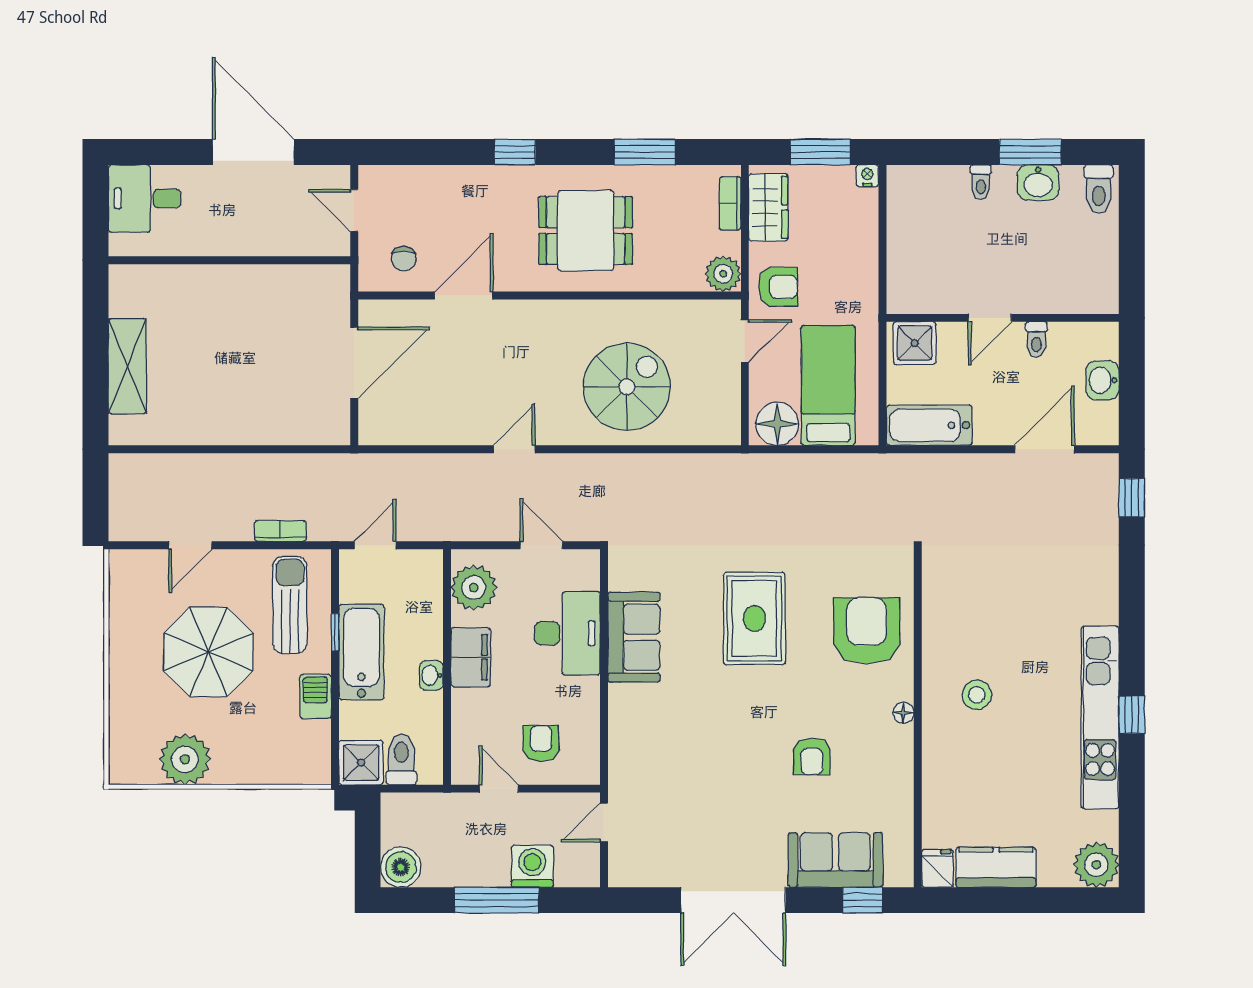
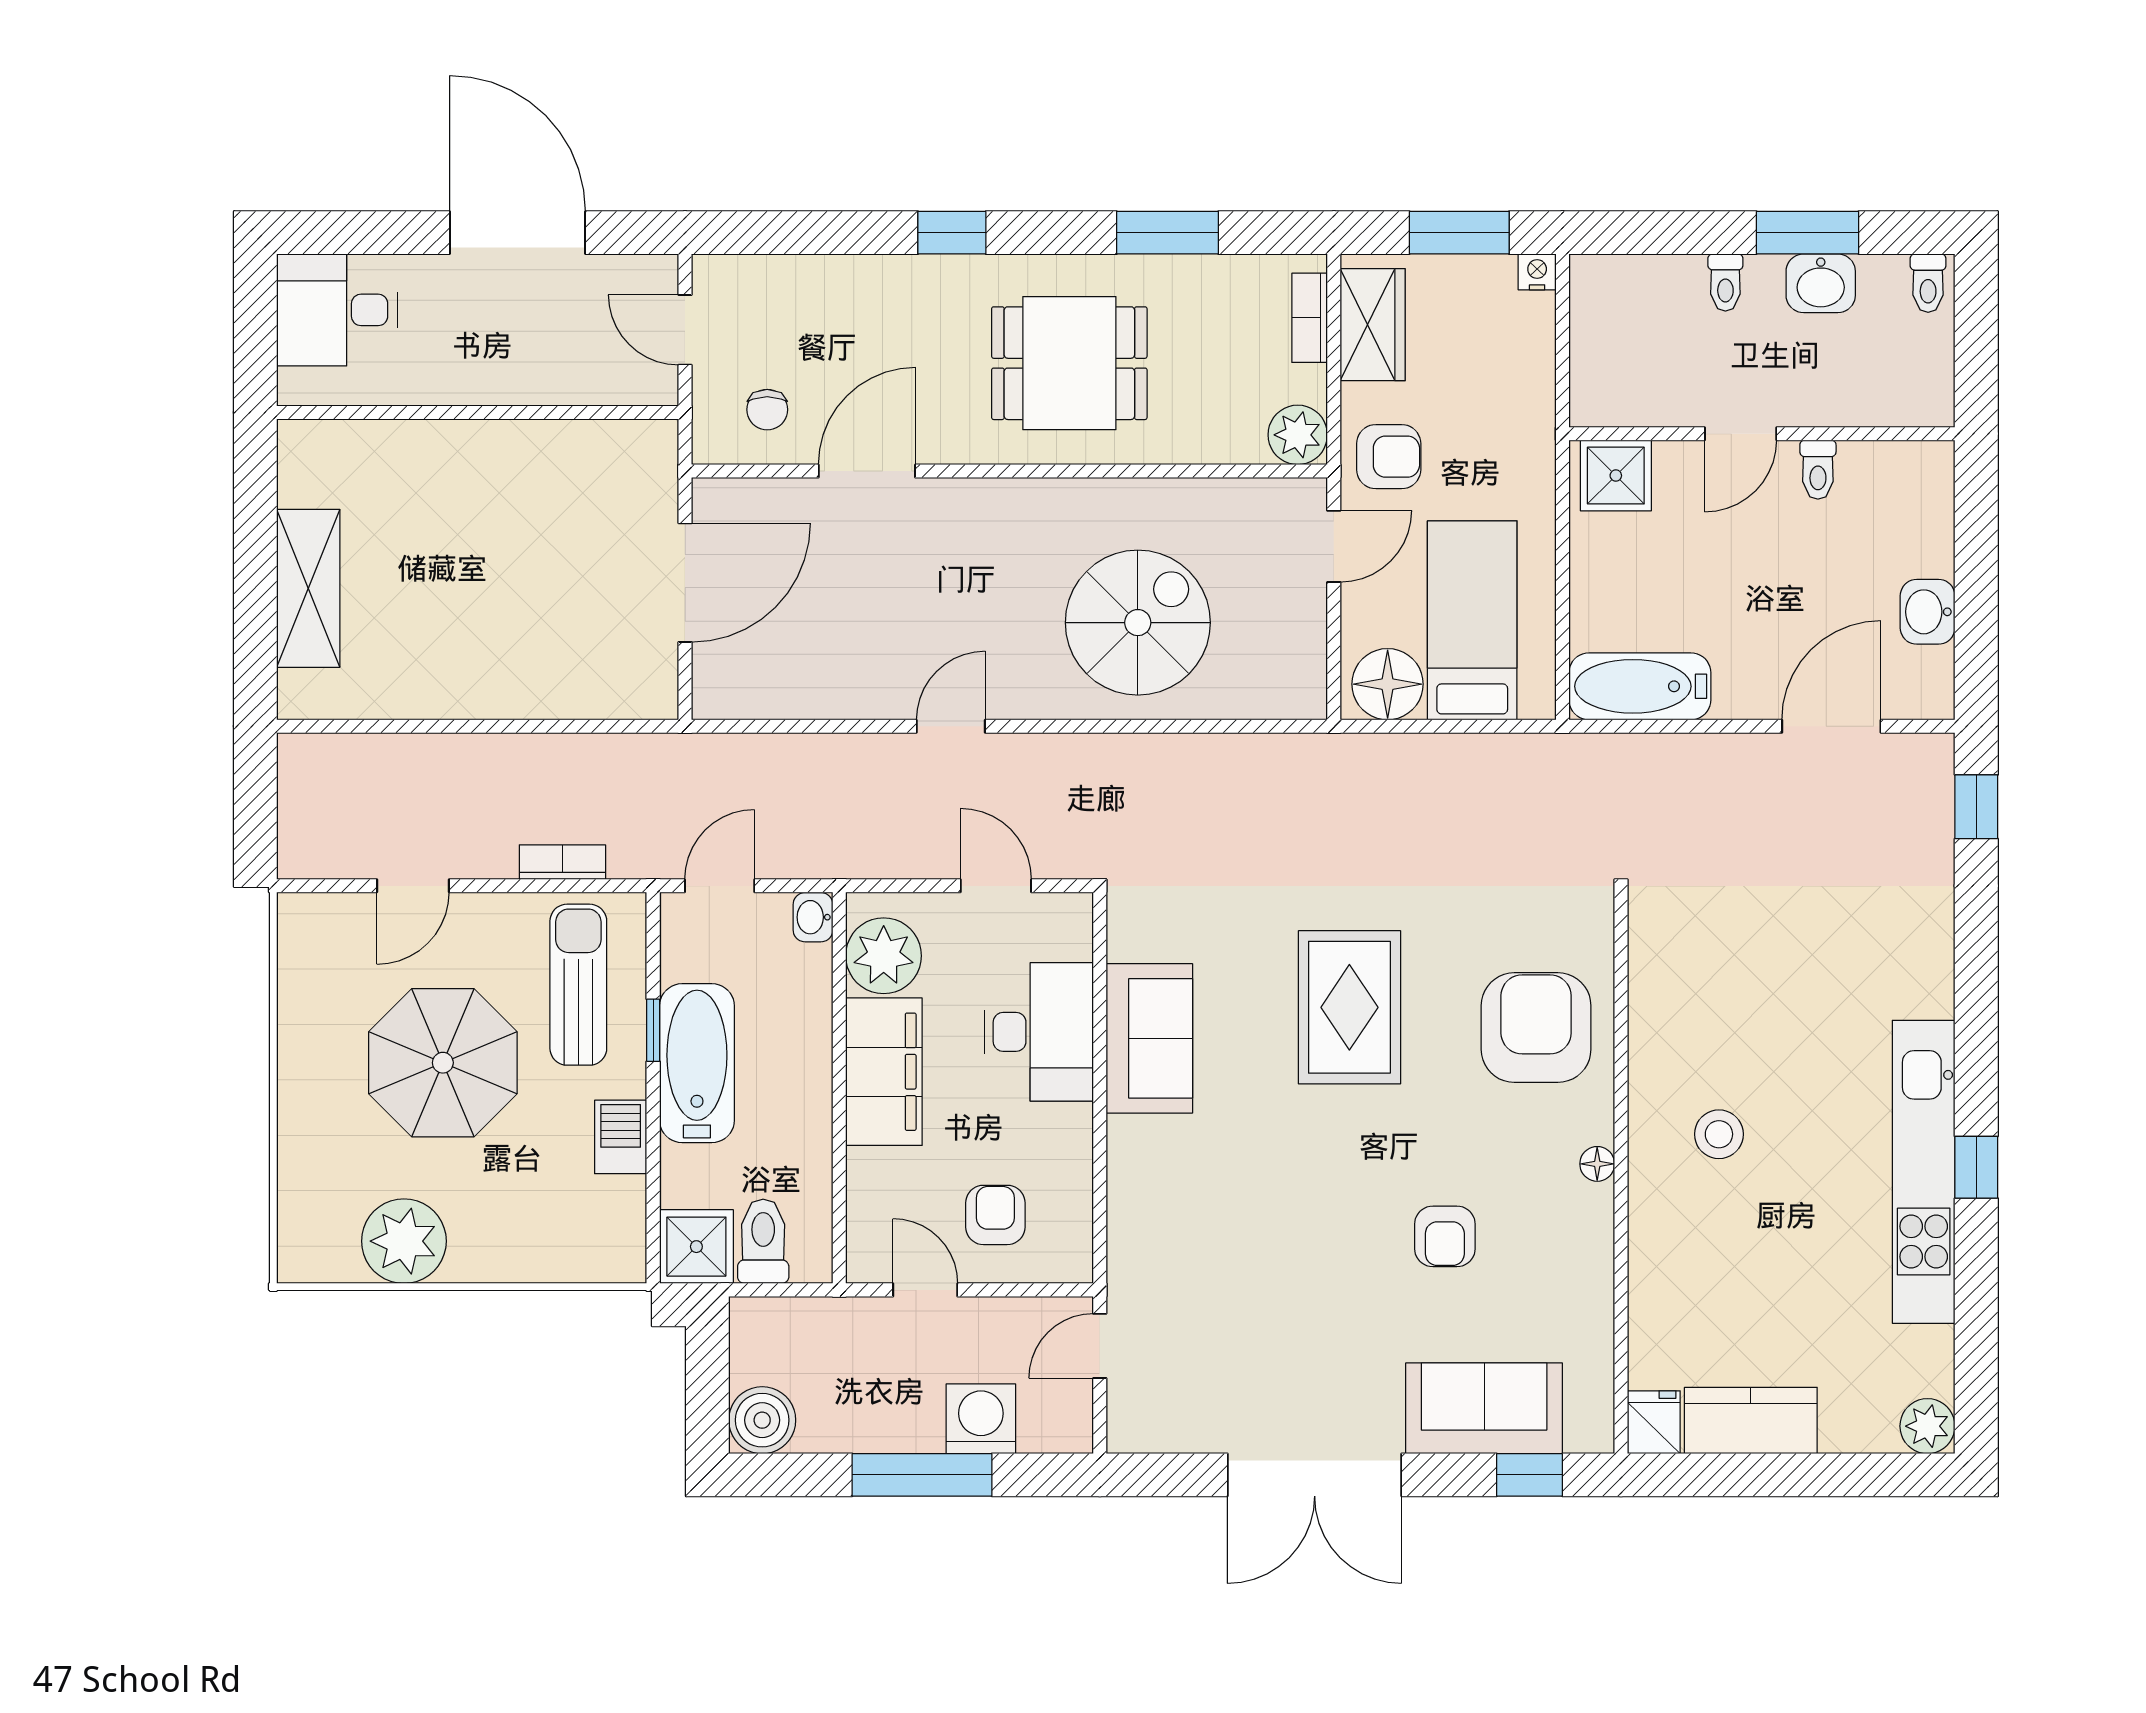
toilet: (1099, 189) -> (1928, 283), width x0.73, depth x0.72
door: (990, 318) -> (1741, 434), moved
wall: (1003, 318) -> (1762, 434), moved
toilet: (1036, 340) -> (1818, 470), moved
shower: (915, 343) -> (1616, 476), moved
filing cabinet: (471, 657) -> (884, 1072), width x1.50, depth x1.17
washbasin: (431, 675) -> (813, 917), moved
plant: (1096, 865) -> (1927, 1426), width x0.73, depth x0.73

